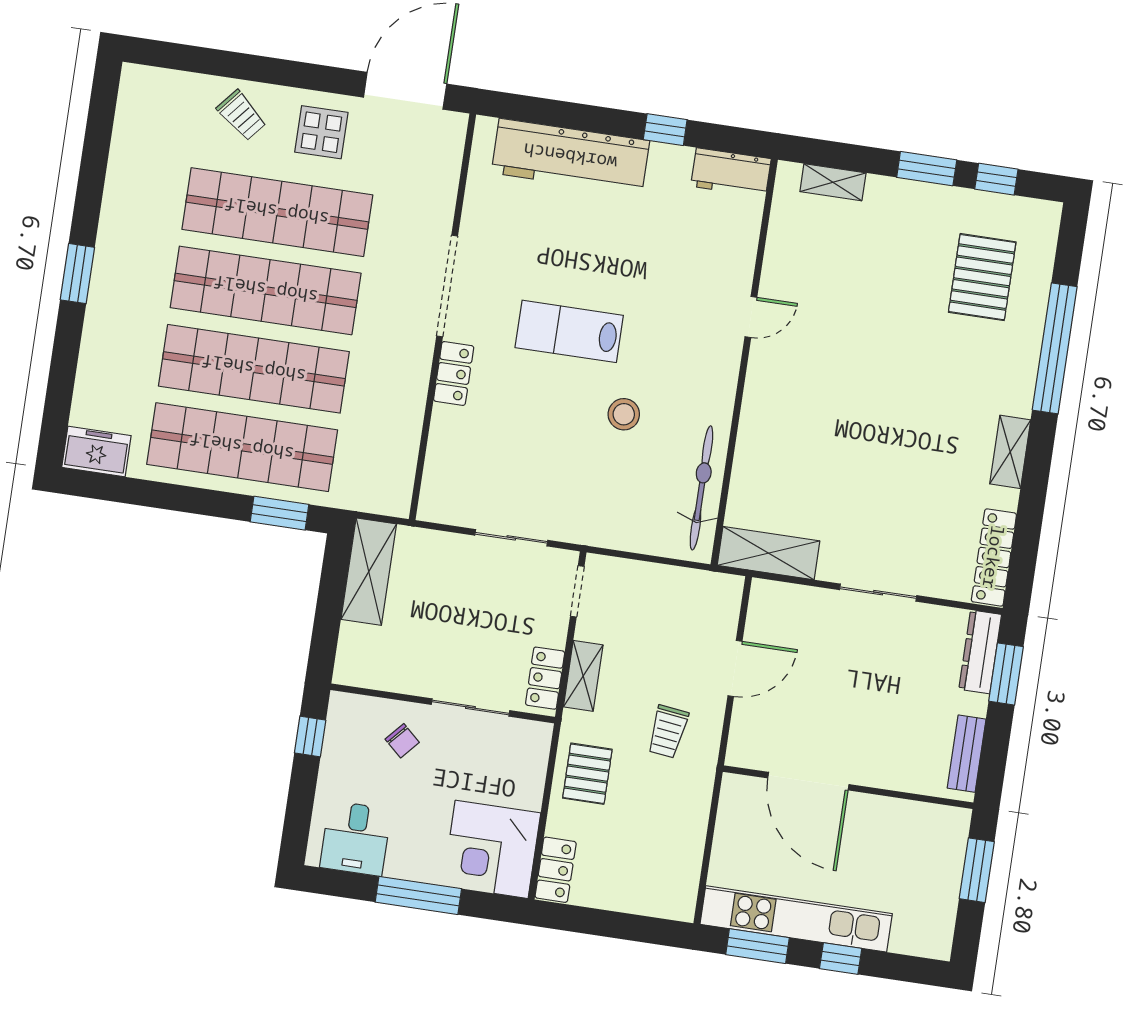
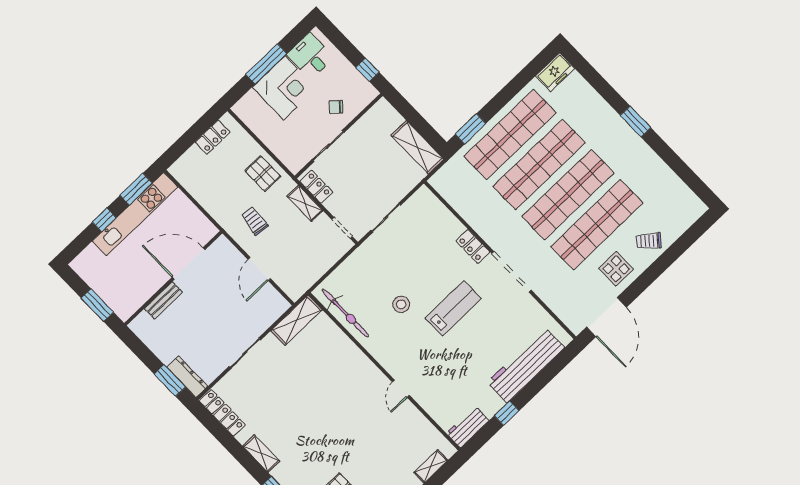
bench: (967, 754) -> (163, 300), moved, turned 90
corner desk: (492, 849) -> (284, 88), moved, turned 90
locker: (556, 870) -> (213, 137), moved, turned -90

